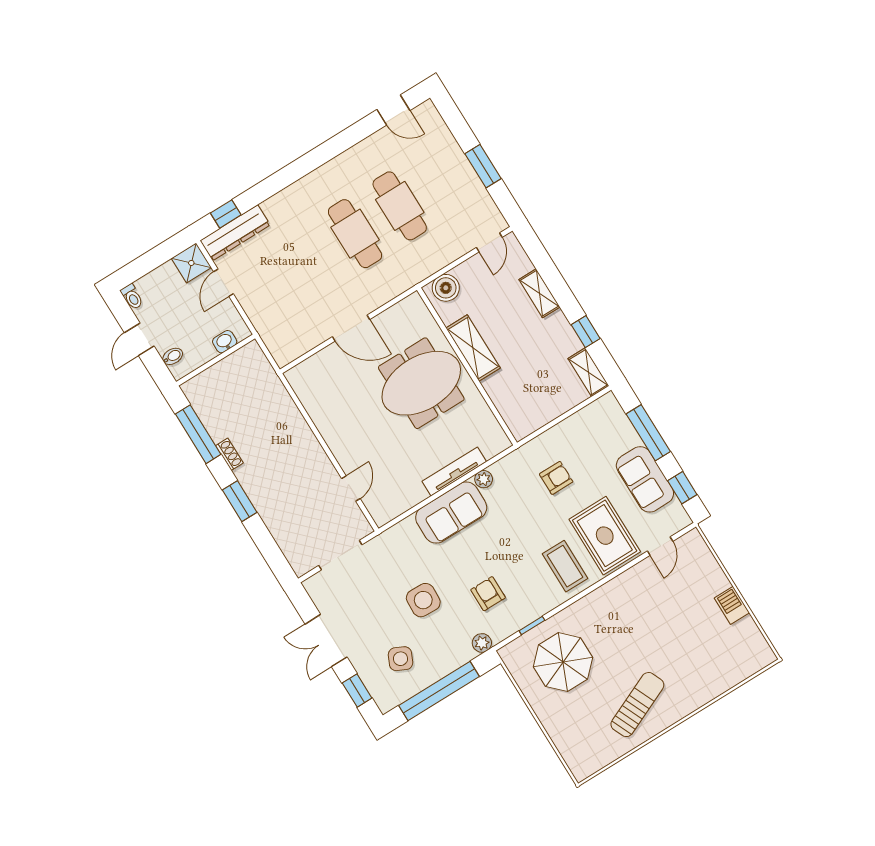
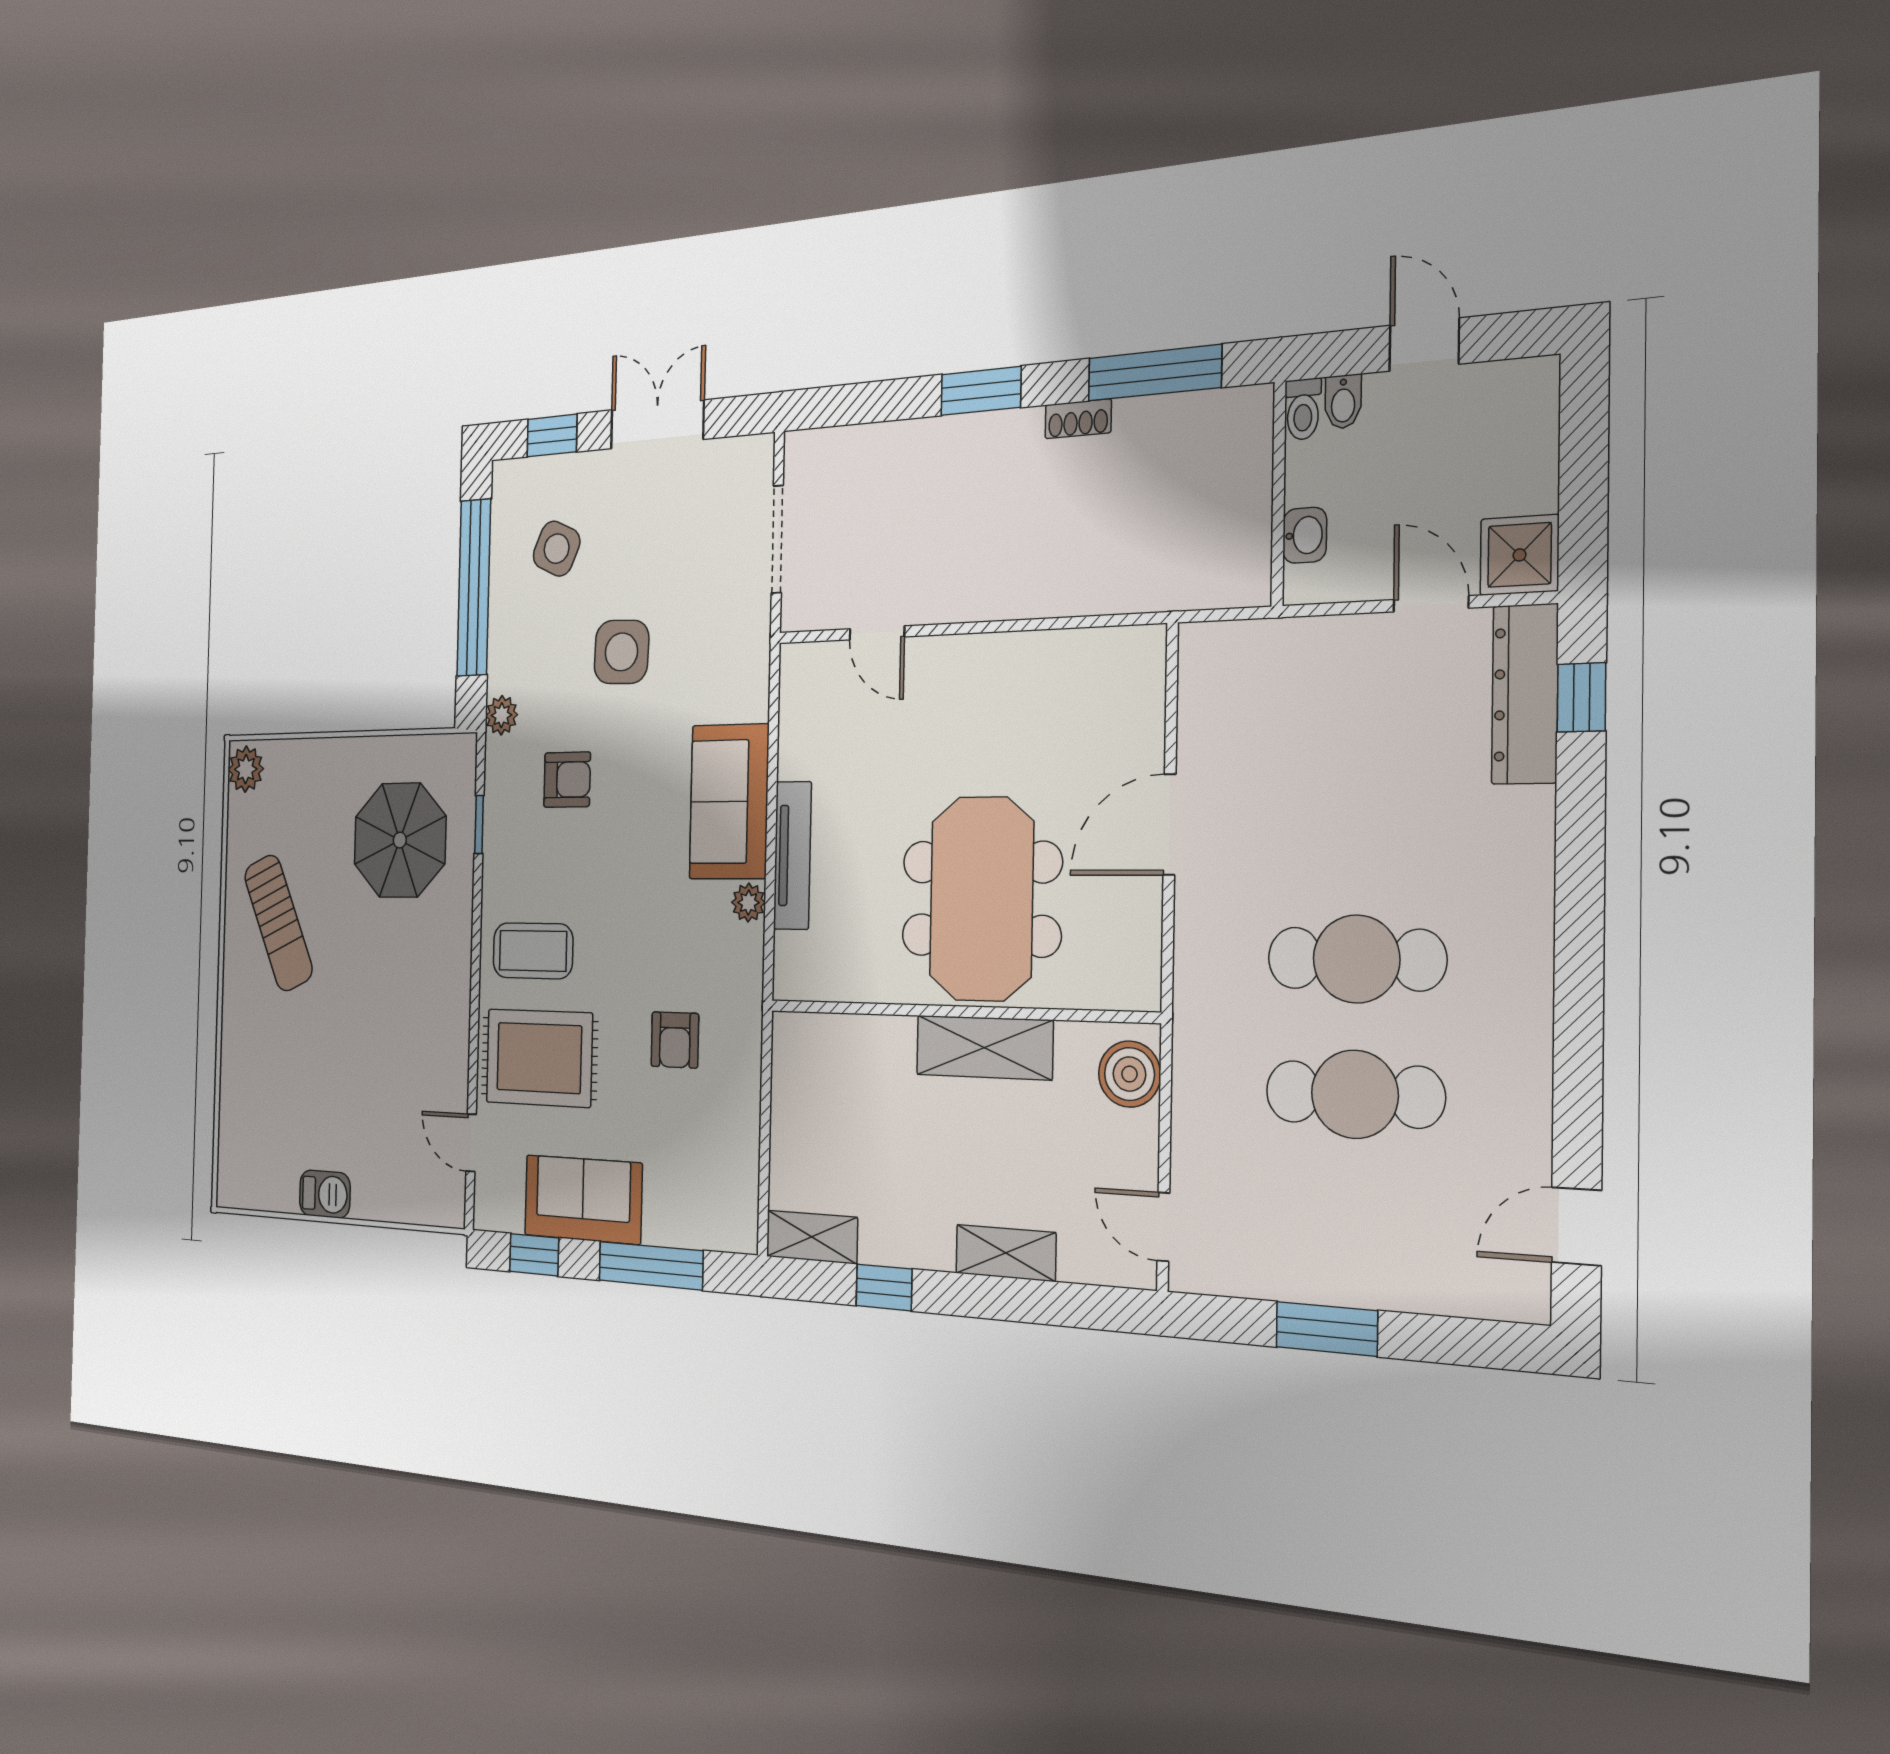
toilet: (132, 297) -> (1303, 409), moved, turned -90
plant: (585, 766) -> (246, 769), added

